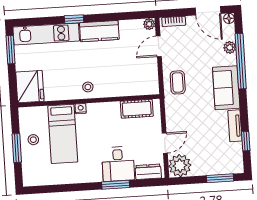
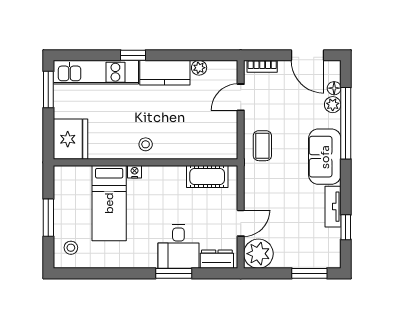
floor lamp: (229, 18) -> (334, 88), moved
plant: (149, 24) -> (199, 68), moved
stool: (33, 140) -> (71, 248), moved

